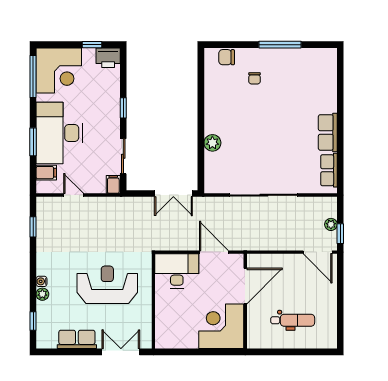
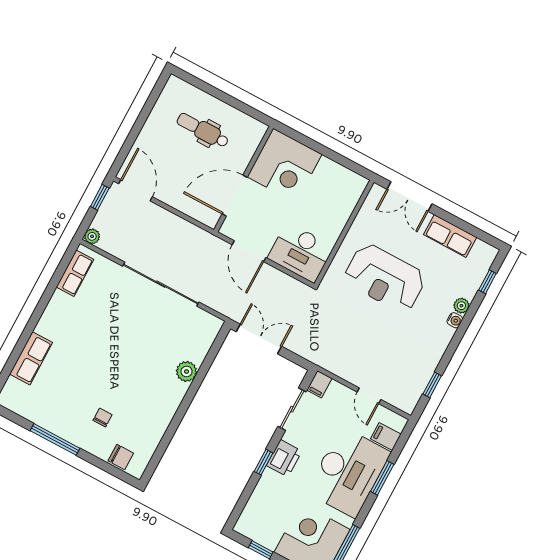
printer: (108, 58) -> (284, 458), moved, turned 90
row of seats: (328, 132) -> (31, 358), moved
plant: (331, 224) -> (92, 236), moved

